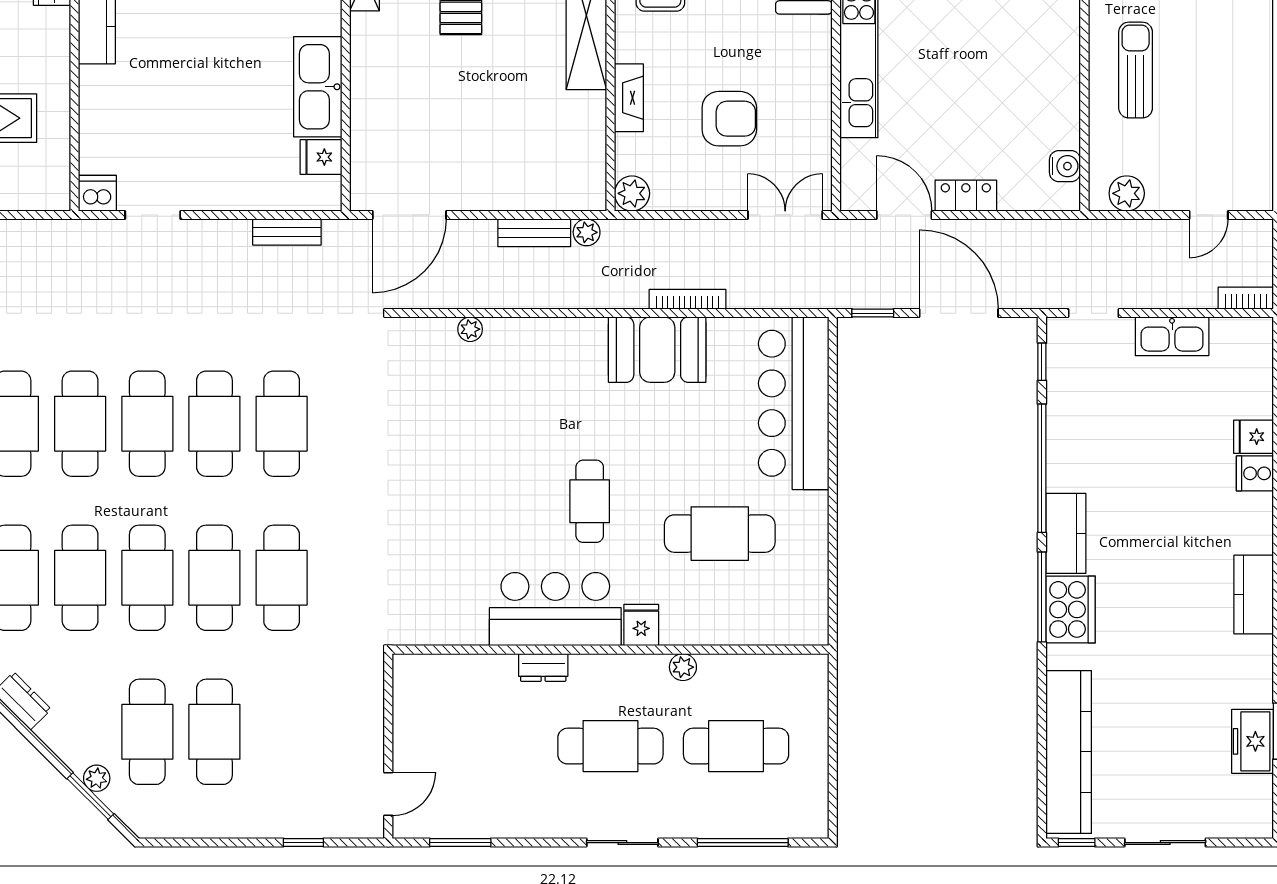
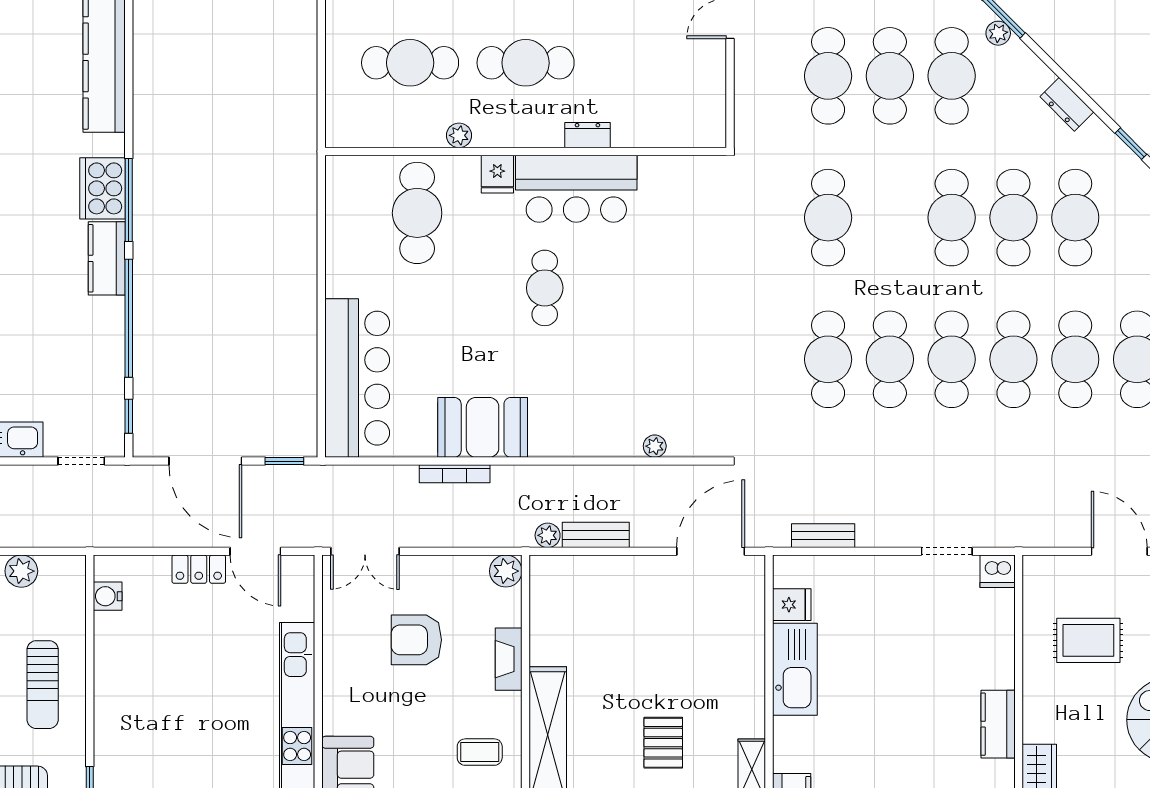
plant: (1127, 193) -> (21, 571), moved
cafe table: (720, 534) -> (417, 213), moved, turned 90
cafe table: (214, 578) -> (828, 76), moved

